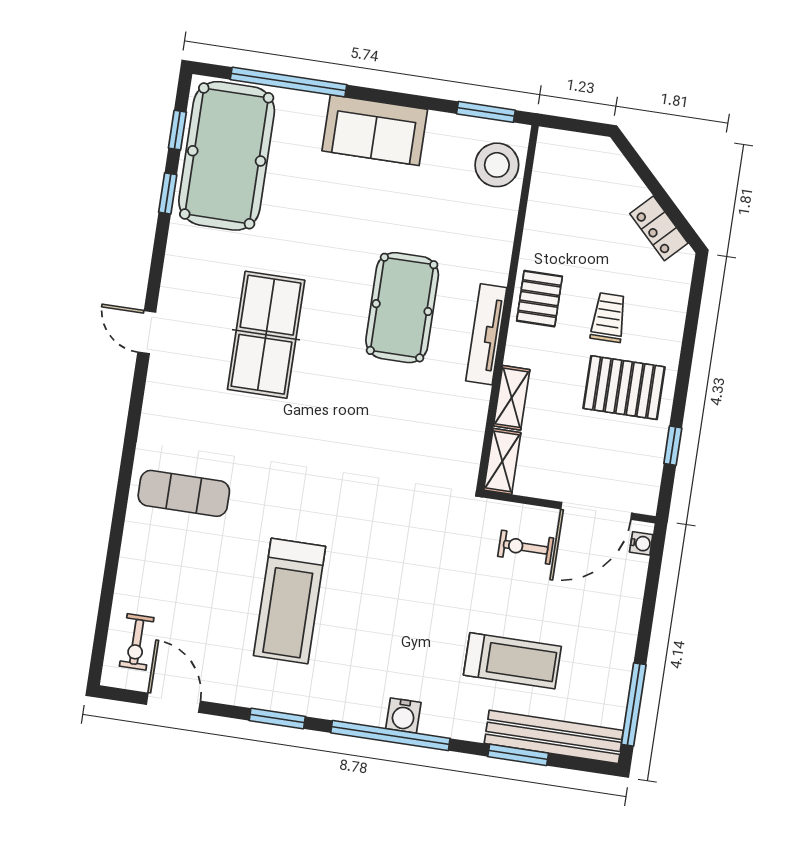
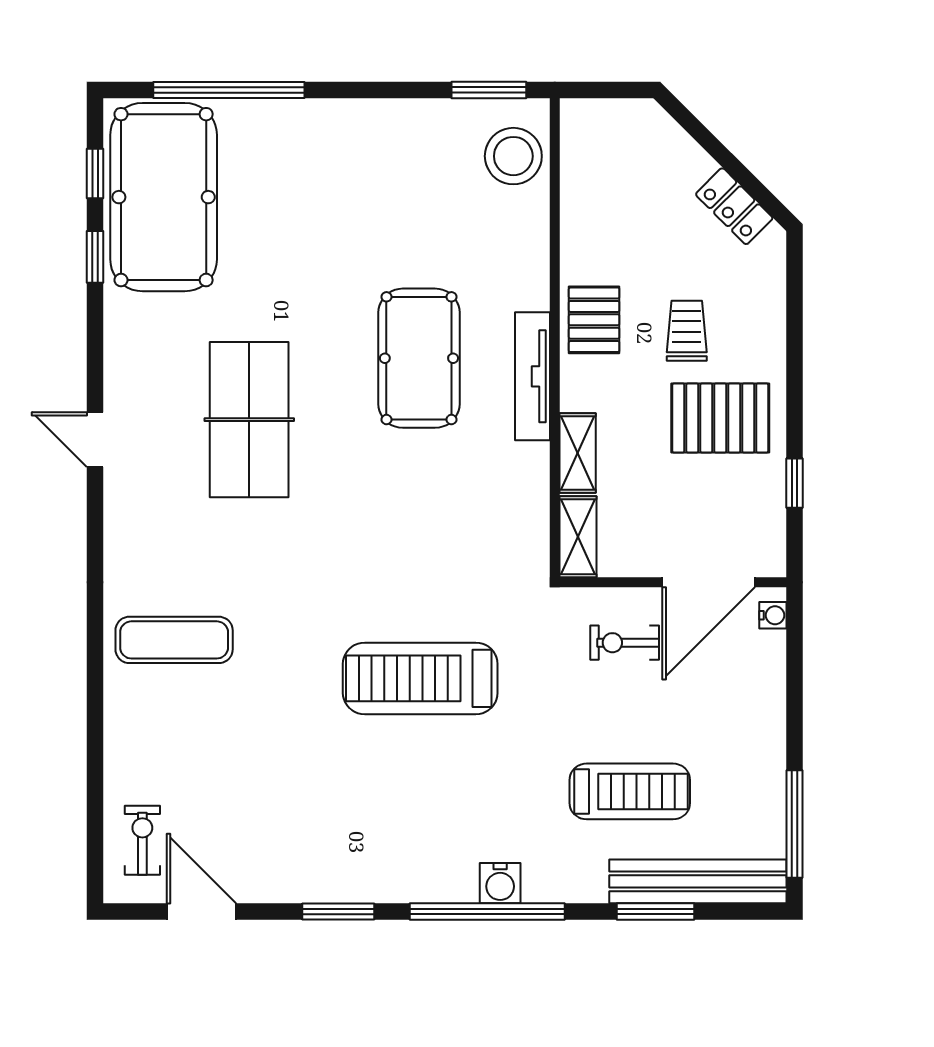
sofa: (375, 130) -> (349, 135), removed
treadmill: (290, 601) -> (420, 678), moved, turned 90
exercise bike: (137, 642) -> (142, 840), turned 180

